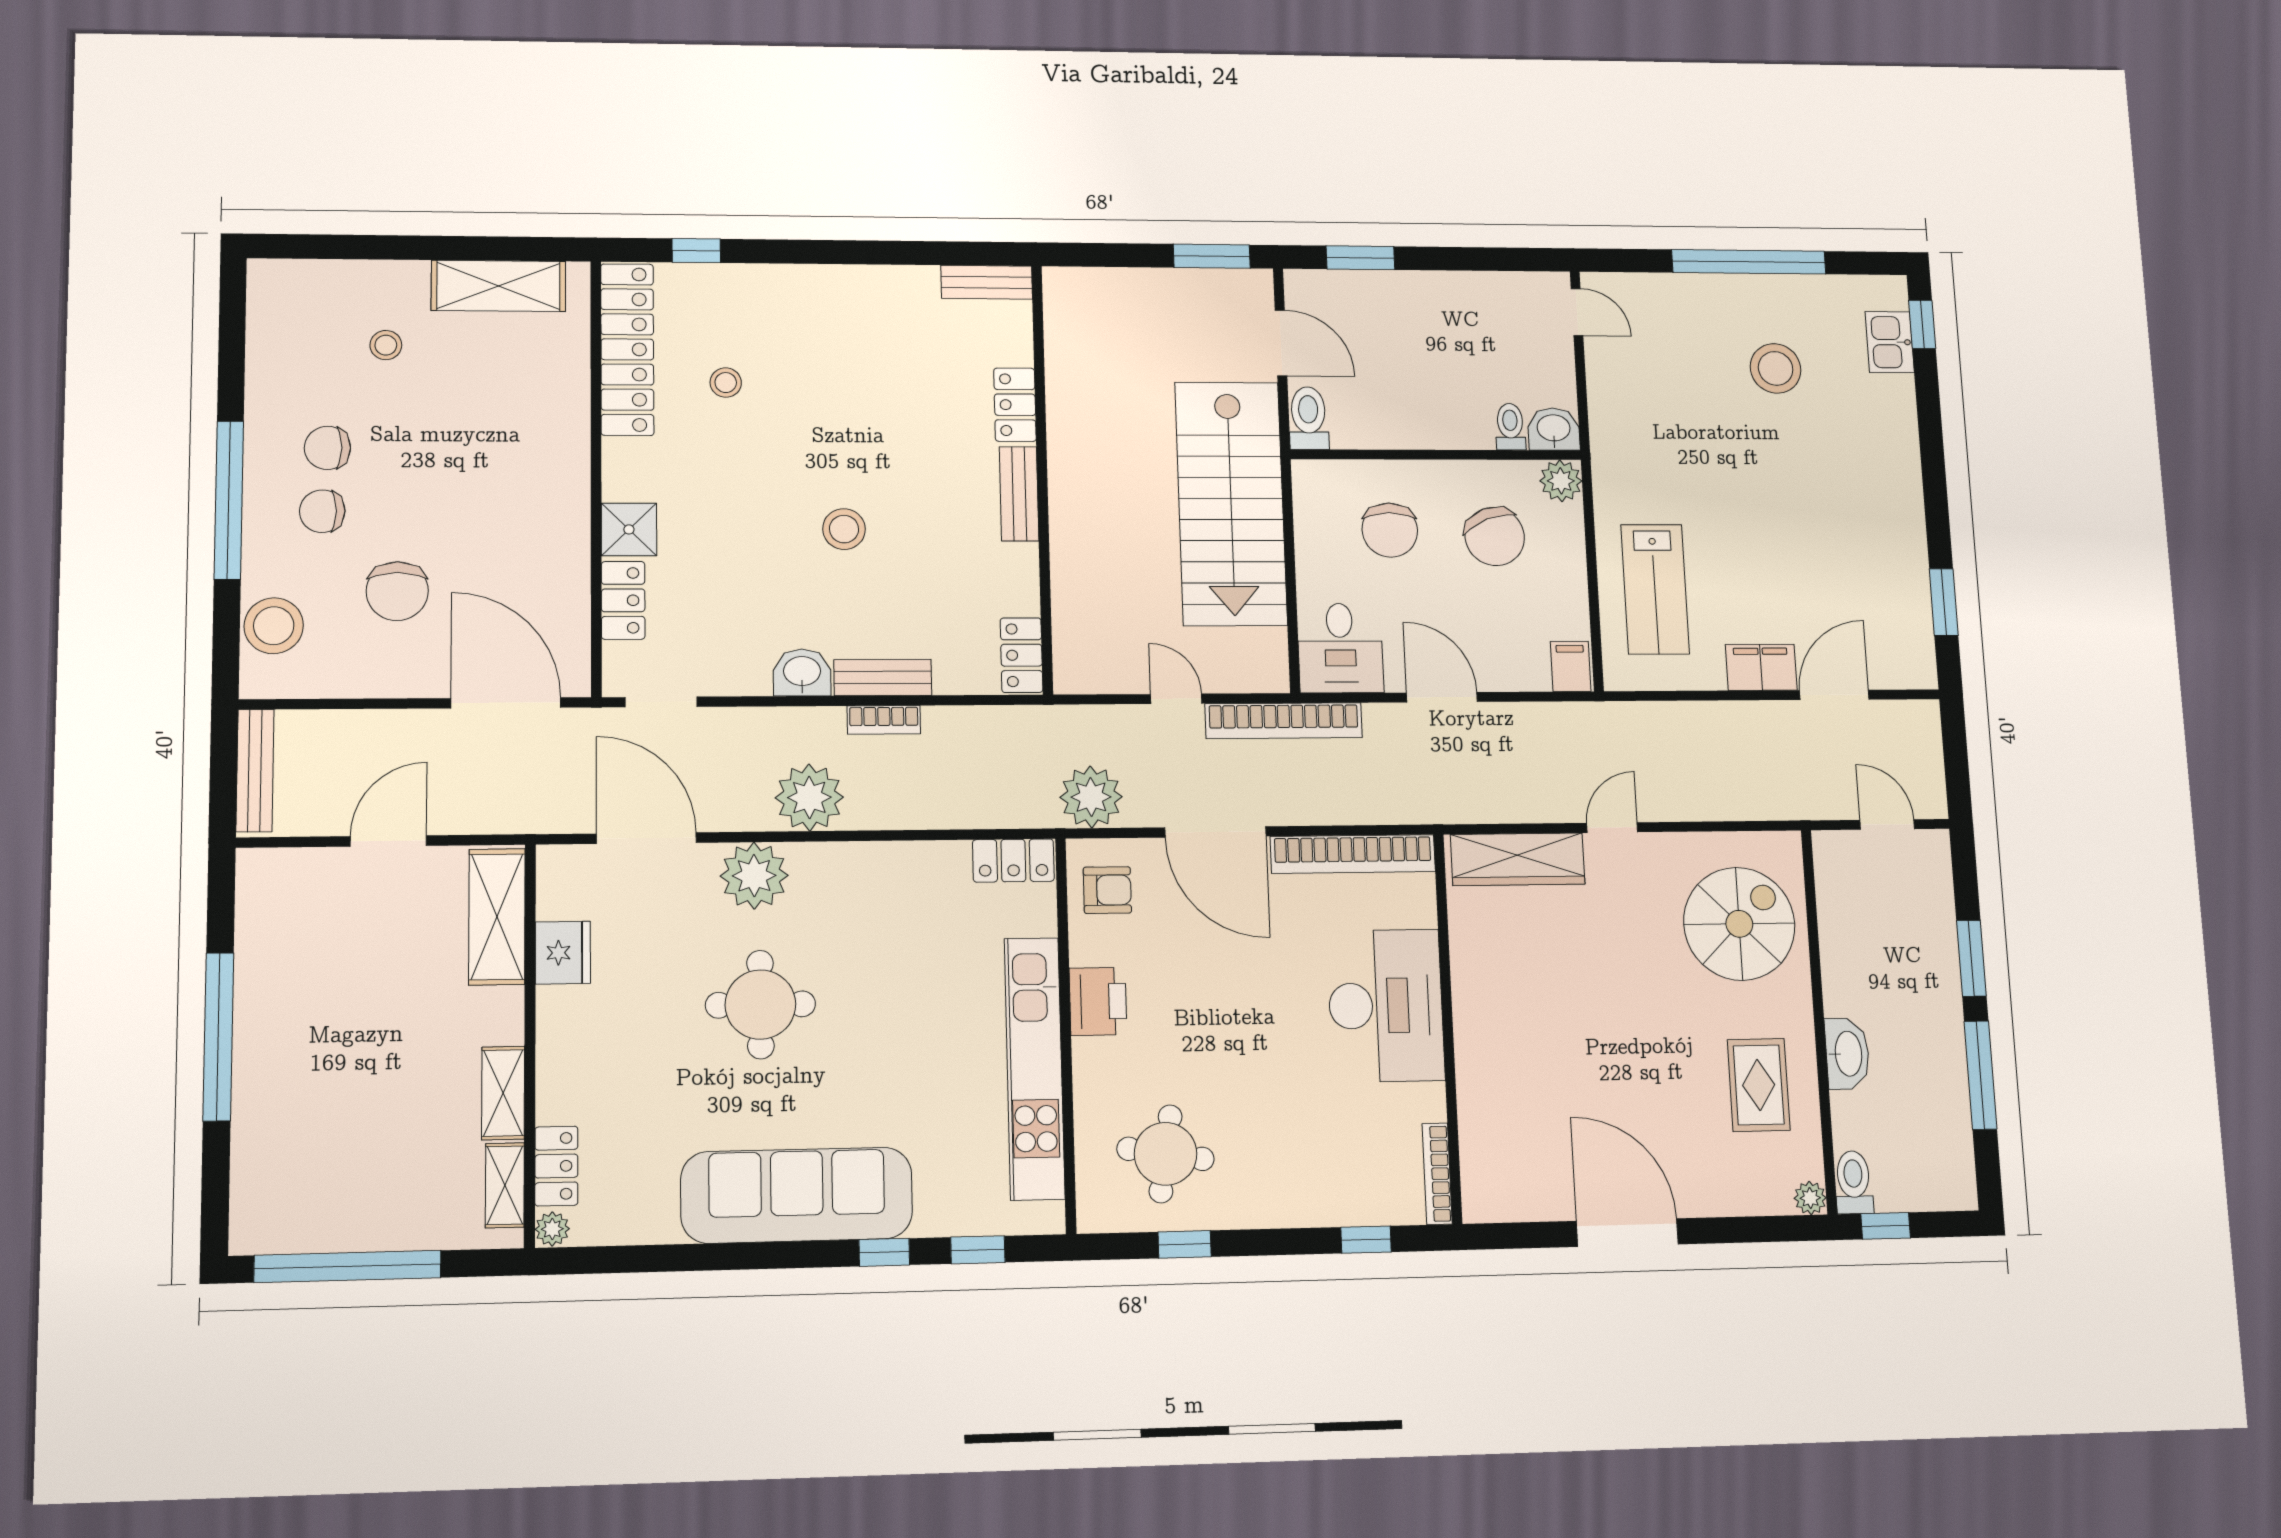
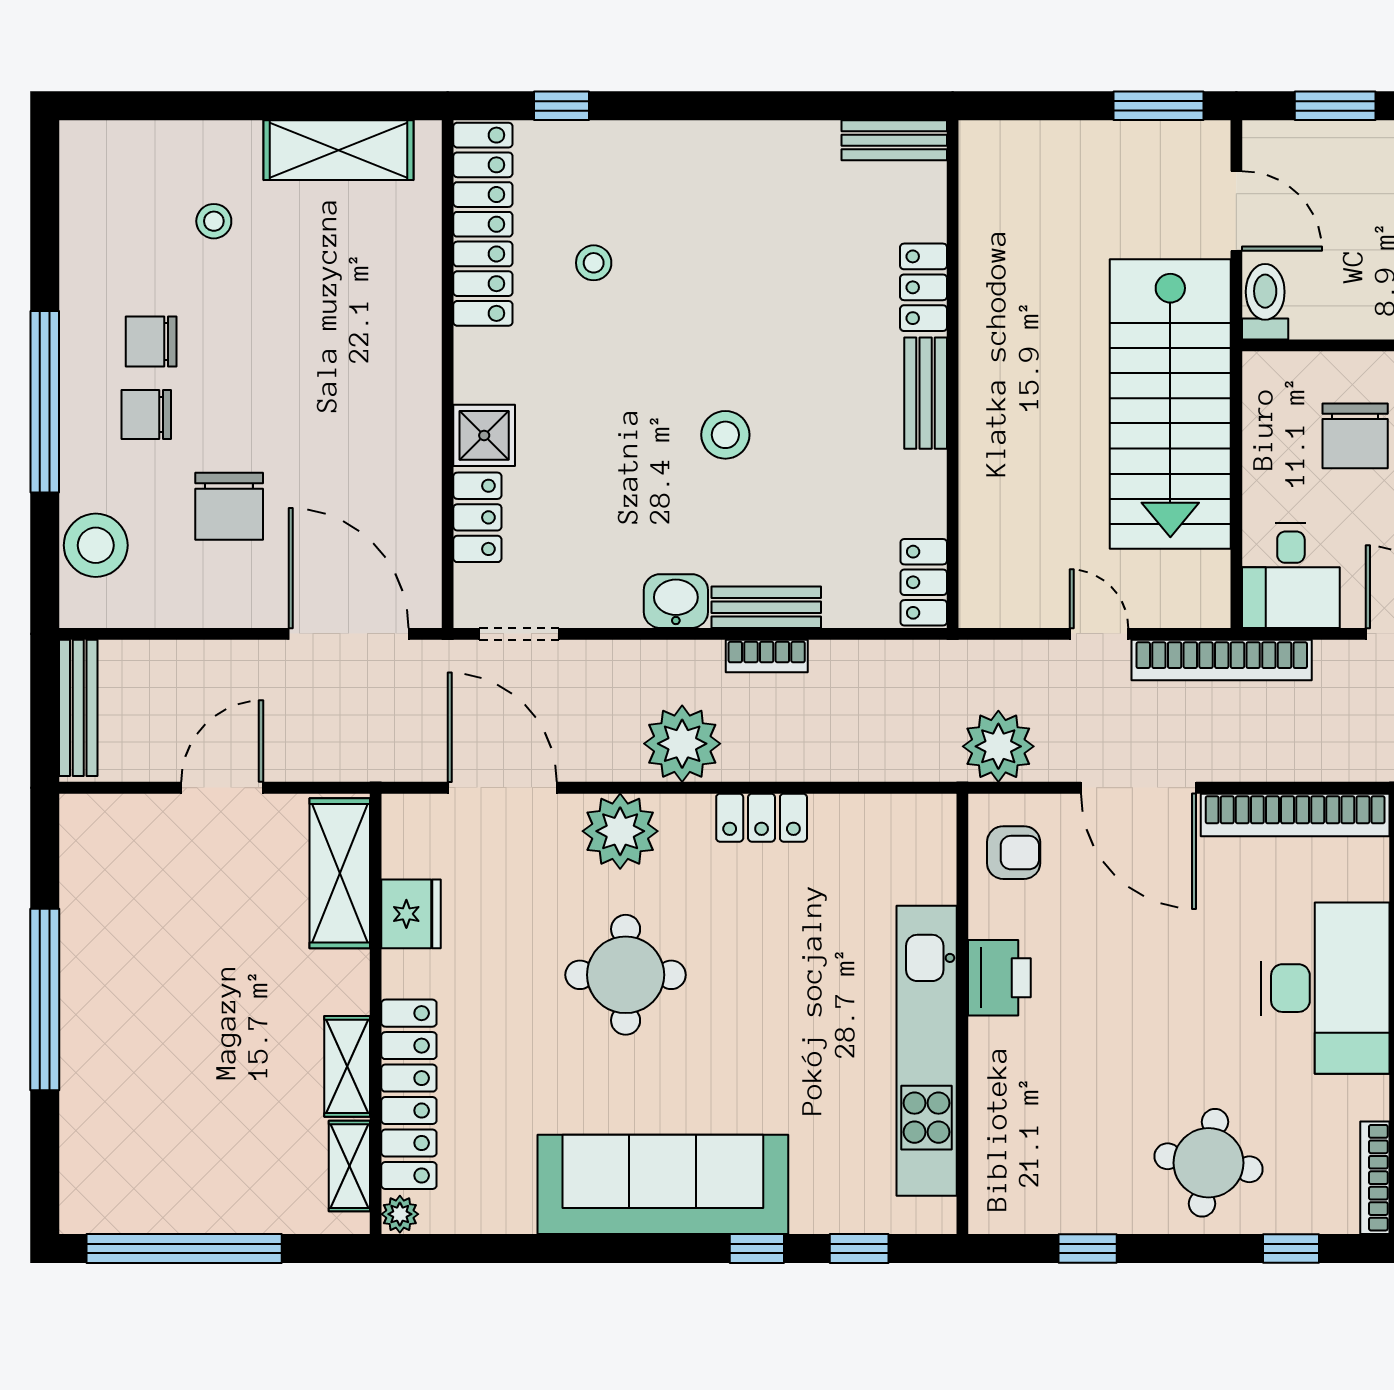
locker: (1013, 860) -> (762, 818), moved
round table: (1166, 1154) -> (1208, 1163), moved
locker: (556, 1166) -> (409, 1094), width x2.16, depth x1.21

